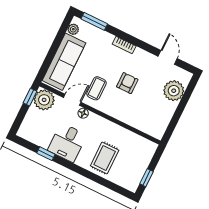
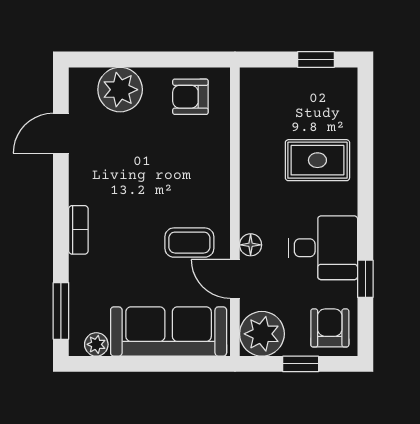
armchair: (127, 83) -> (190, 97), moved
window: (30, 97) -> (301, 364), moved
armchair: (33, 129) -> (330, 328), added

